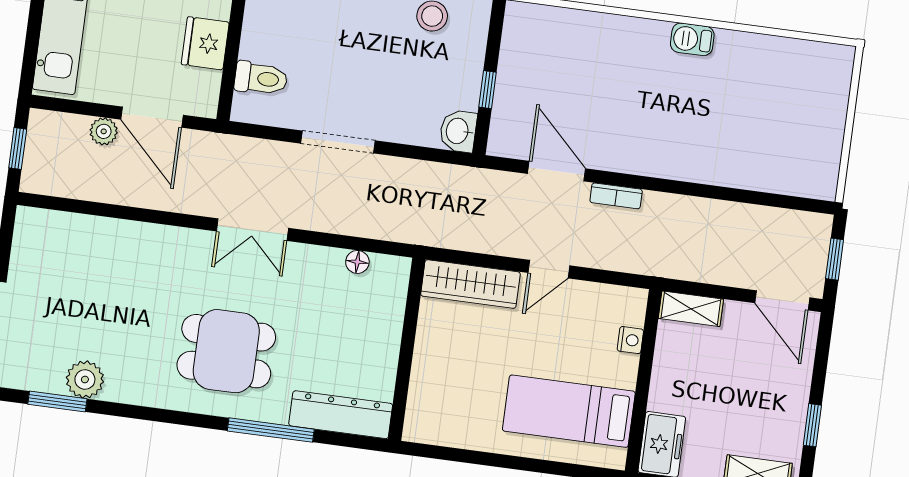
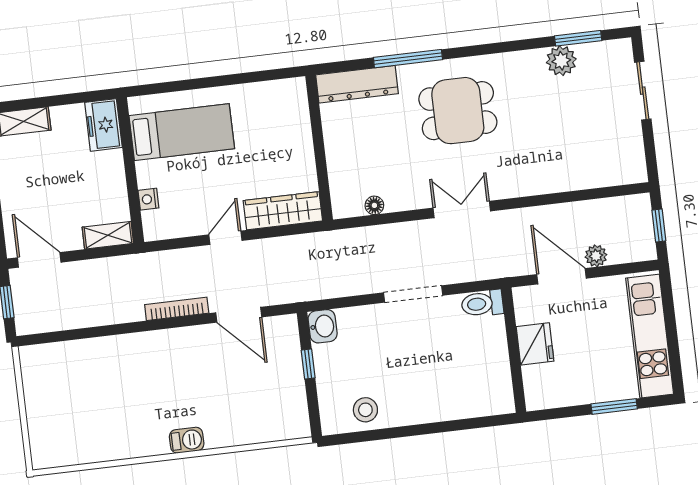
barbecue: (692, 39) -> (187, 440), moved
toilet: (261, 78) -> (482, 304), moved
bookcase: (616, 196) -> (177, 309), width x1.56

